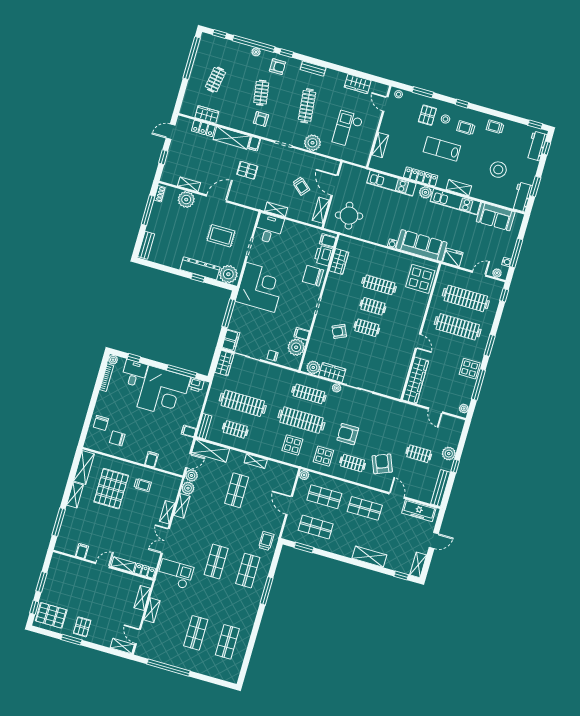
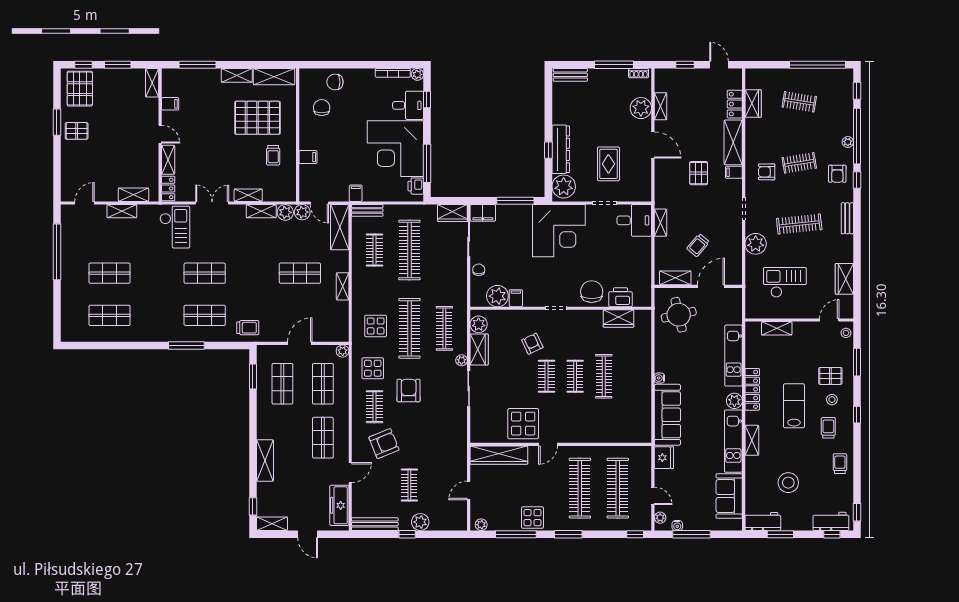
filing cabinet: (328, 241) -> (640, 297), removed
display table: (420, 279) -> (523, 424), moved
shelving: (122, 646) -> (152, 83), moved

